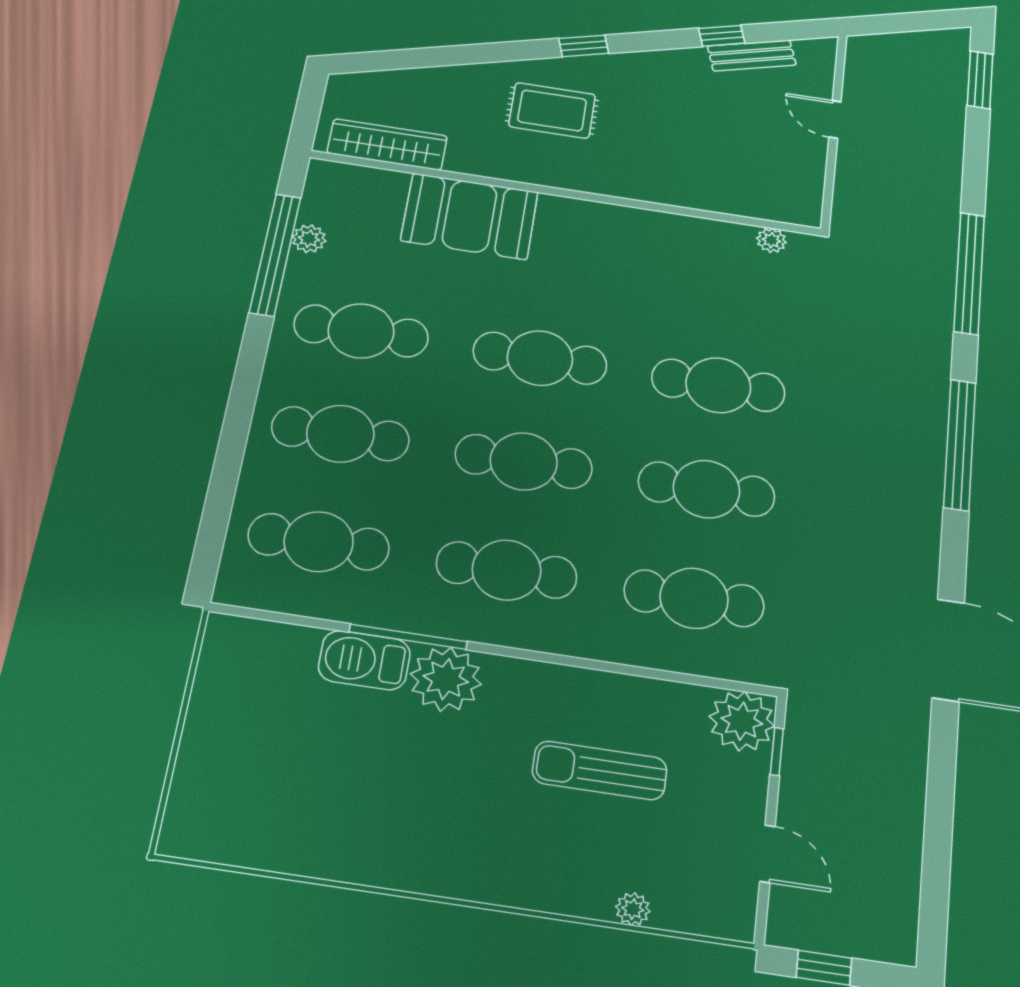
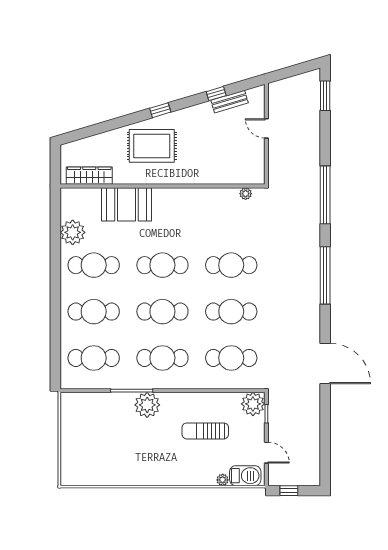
rug: (552, 110) -> (152, 146), width x1.36, depth x1.43
plant: (309, 239) -> (73, 232), width x1.87, depth x1.87
window: (275, 255) -> (55, 236), removed
barbecue: (364, 660) -> (245, 476), moved, turned 180

